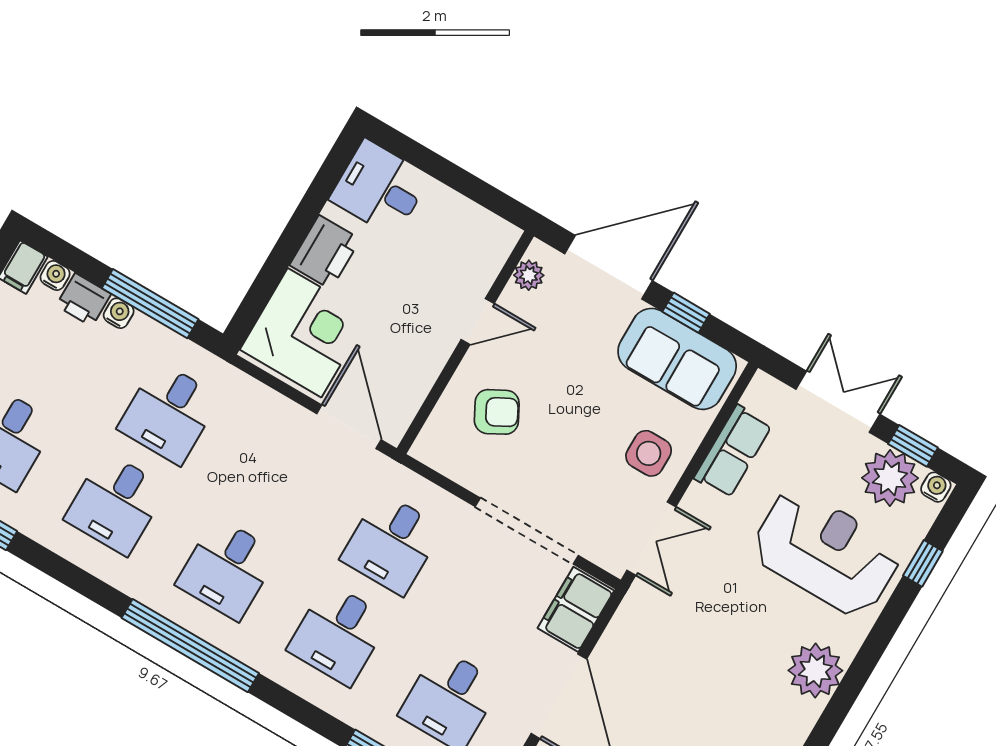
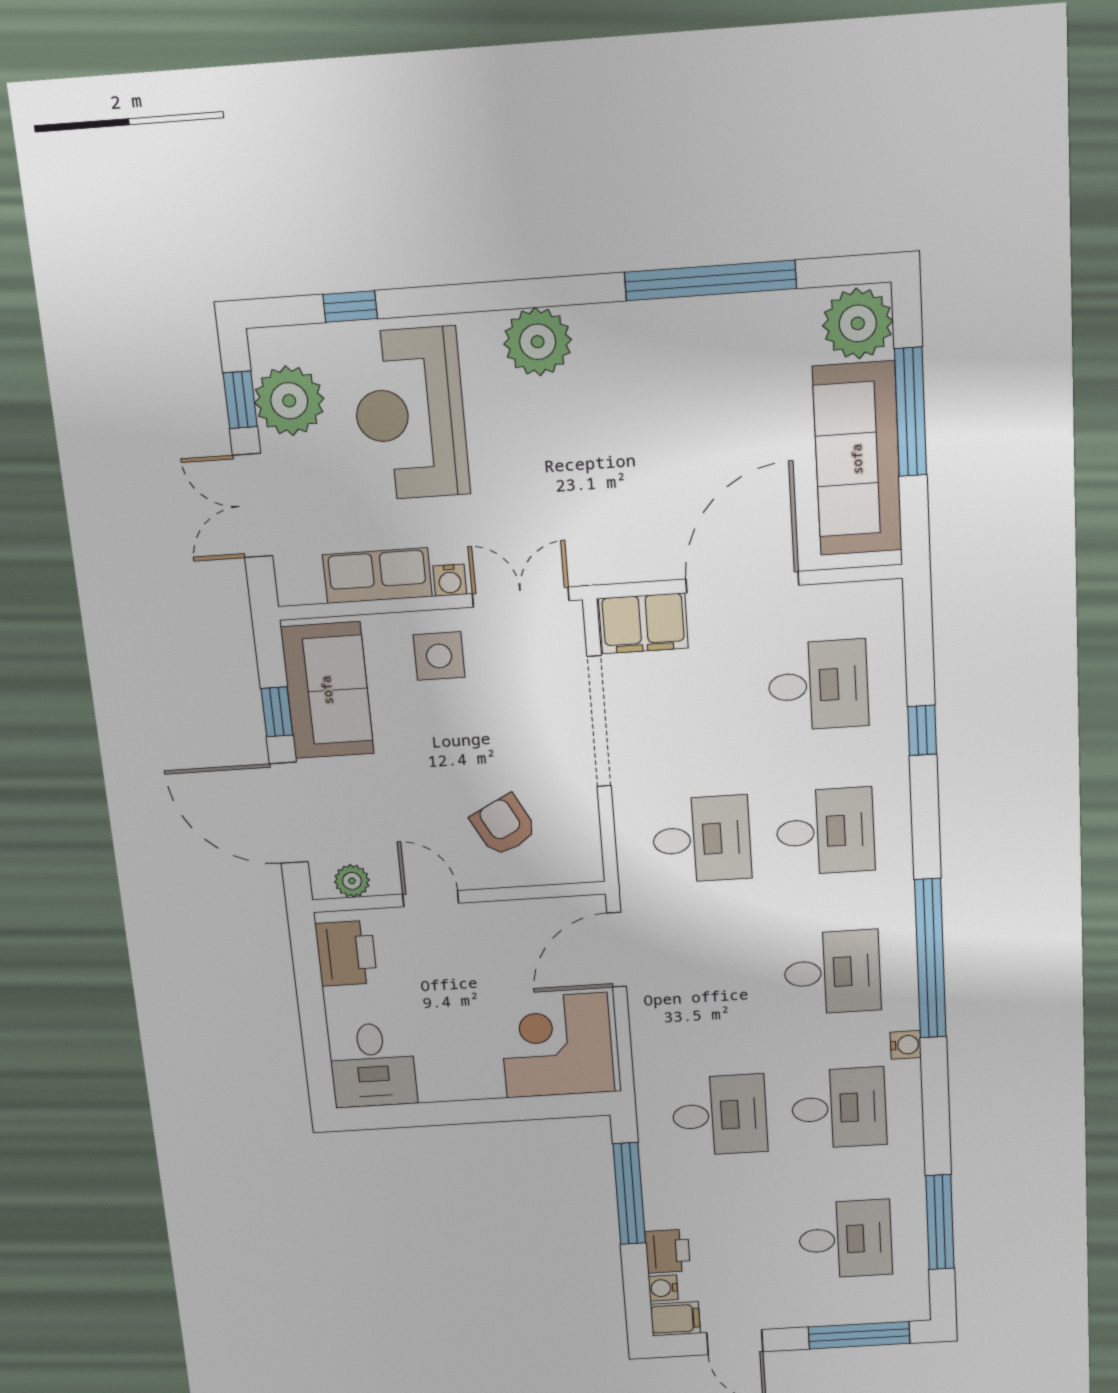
printer: (325, 252) -> (346, 953), moved, turned 90
water cooler: (119, 313) -> (906, 1045), moved, turned 180
water cooler: (936, 487) -> (450, 580), moved, turned -90

